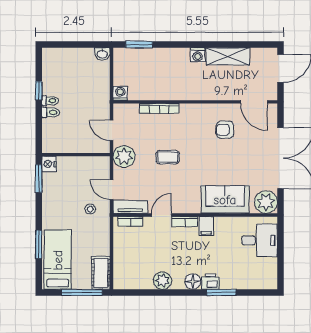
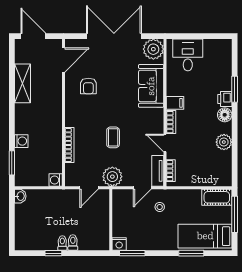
washing machine: (198, 55) -> (21, 141), moved

